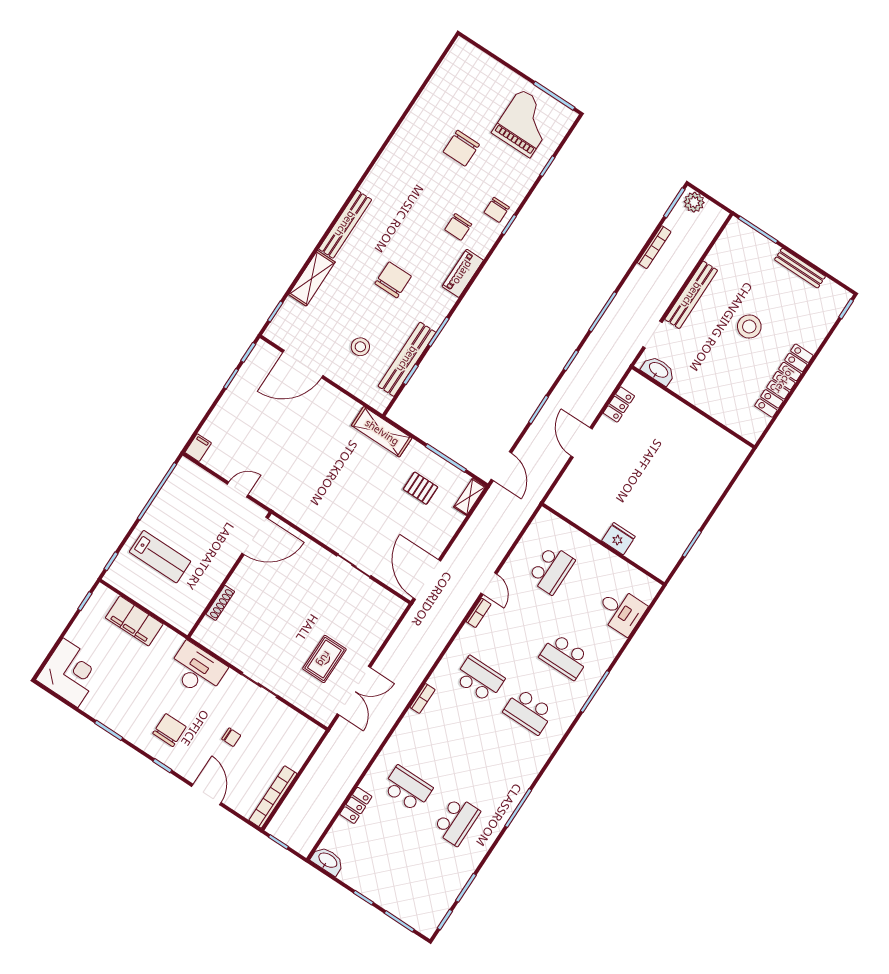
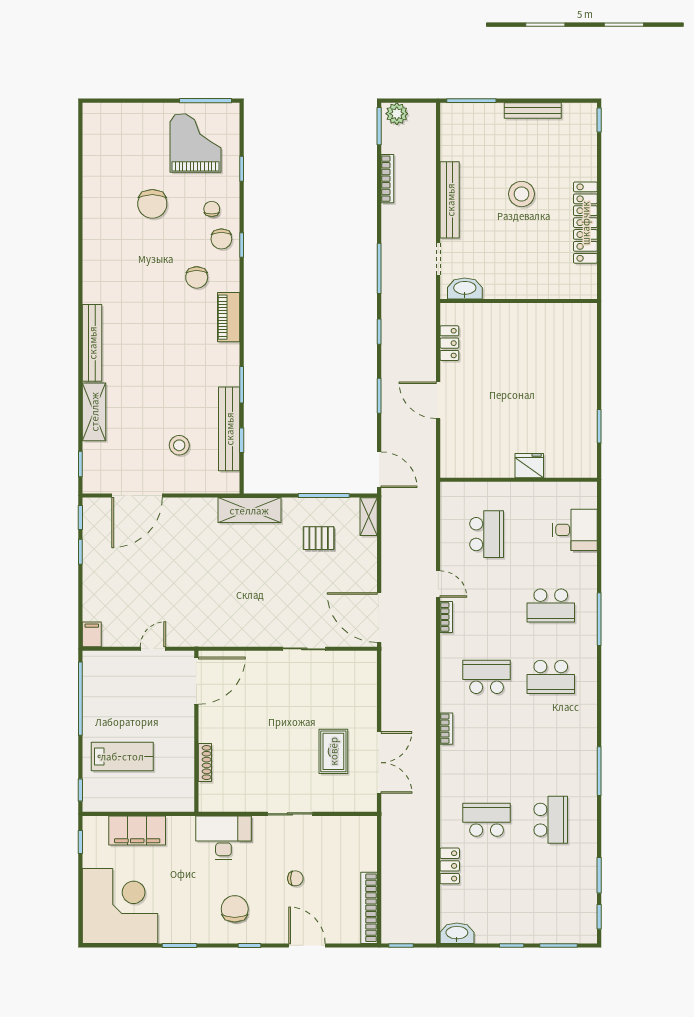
chair: (393, 280) -> (212, 209), moved, width x0.54, depth x0.54
corner desk: (70, 673) -> (120, 906), width x1.36, depth x1.36

